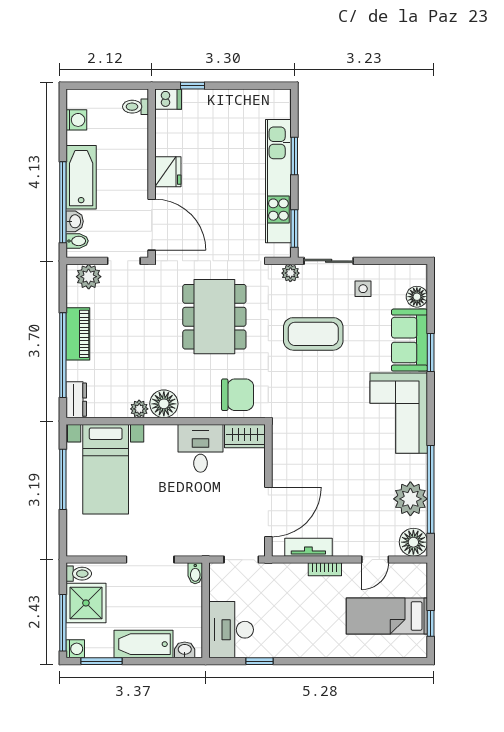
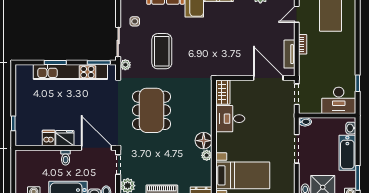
dishwasher: (168, 99) -> (49, 138), moved
toilet: (136, 107) -> (66, 158), moved
door: (152, 225) -> (96, 148), hinge flipped
dining table: (214, 317) -> (152, 110), turned 90
chair: (237, 395) -> (198, 97), removed
door: (375, 560) -> (297, 14), swing flipped

